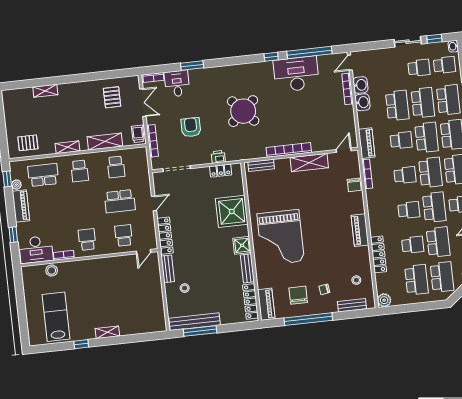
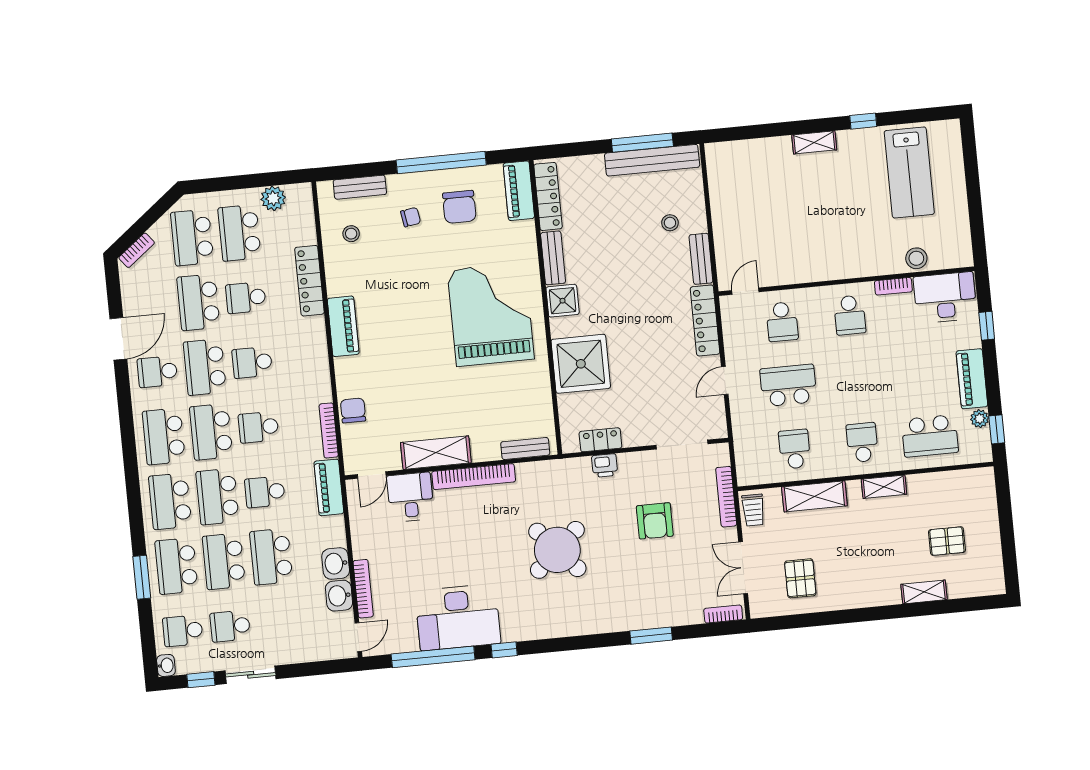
desk: (177, 84) -> (410, 497), moved, turned 180
pallet: (28, 143) -> (947, 541), moved
plant: (384, 300) -> (273, 198), moved

